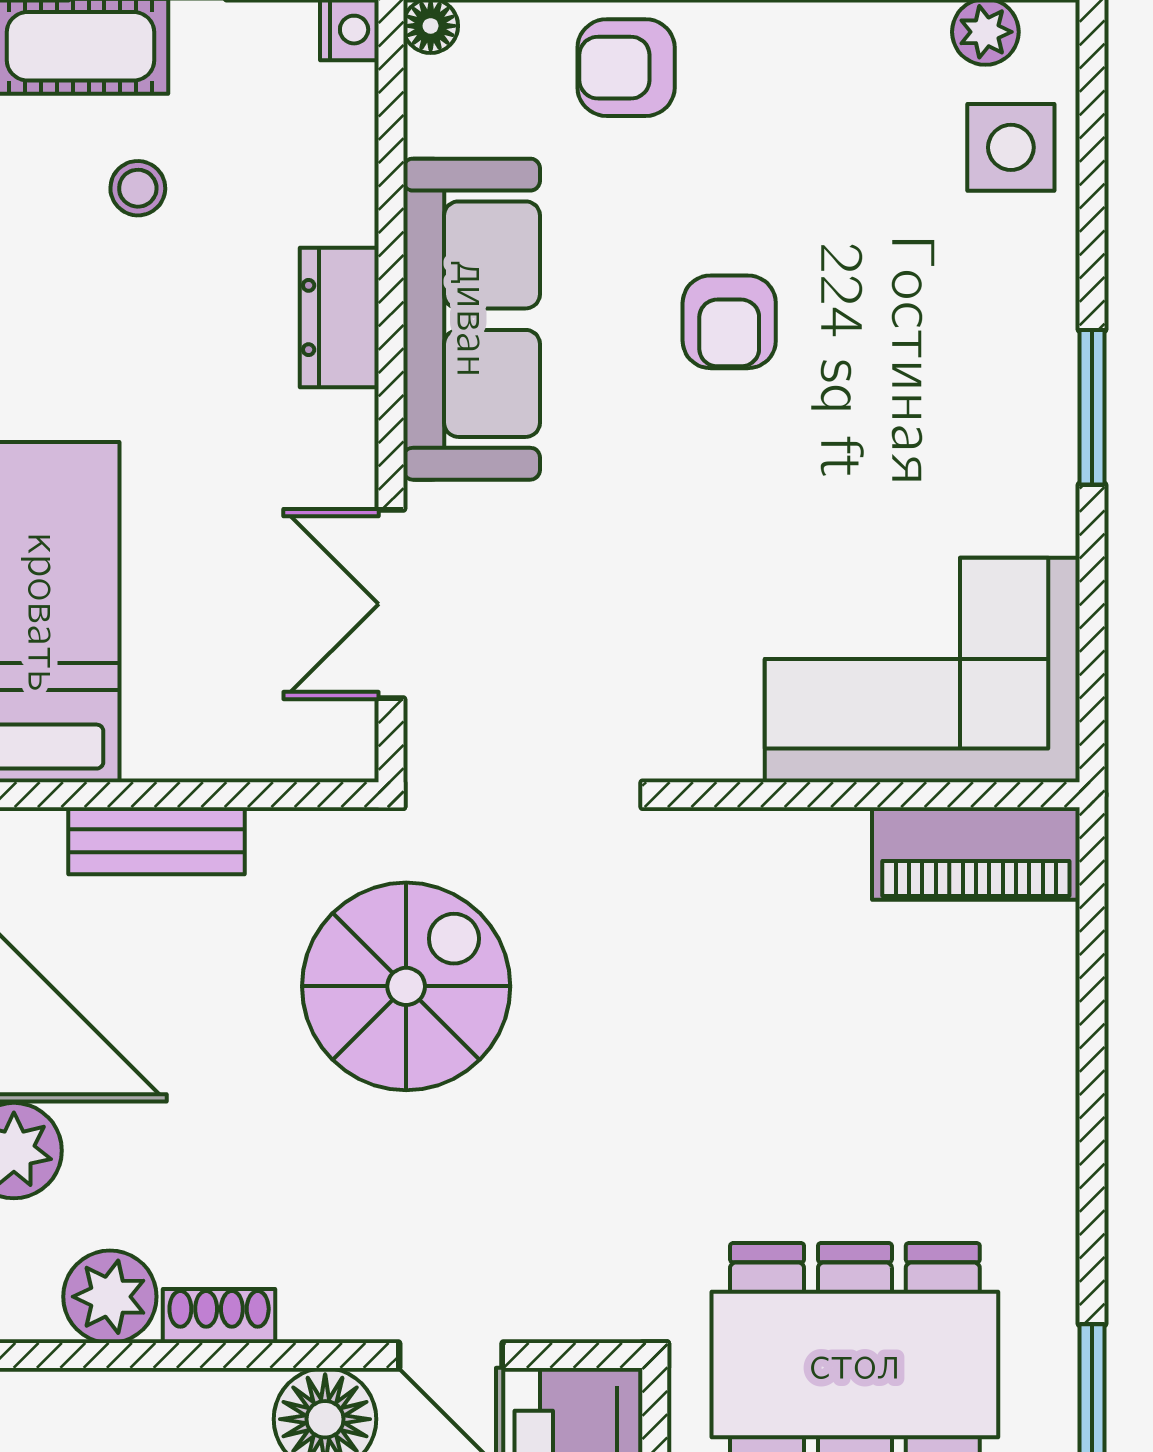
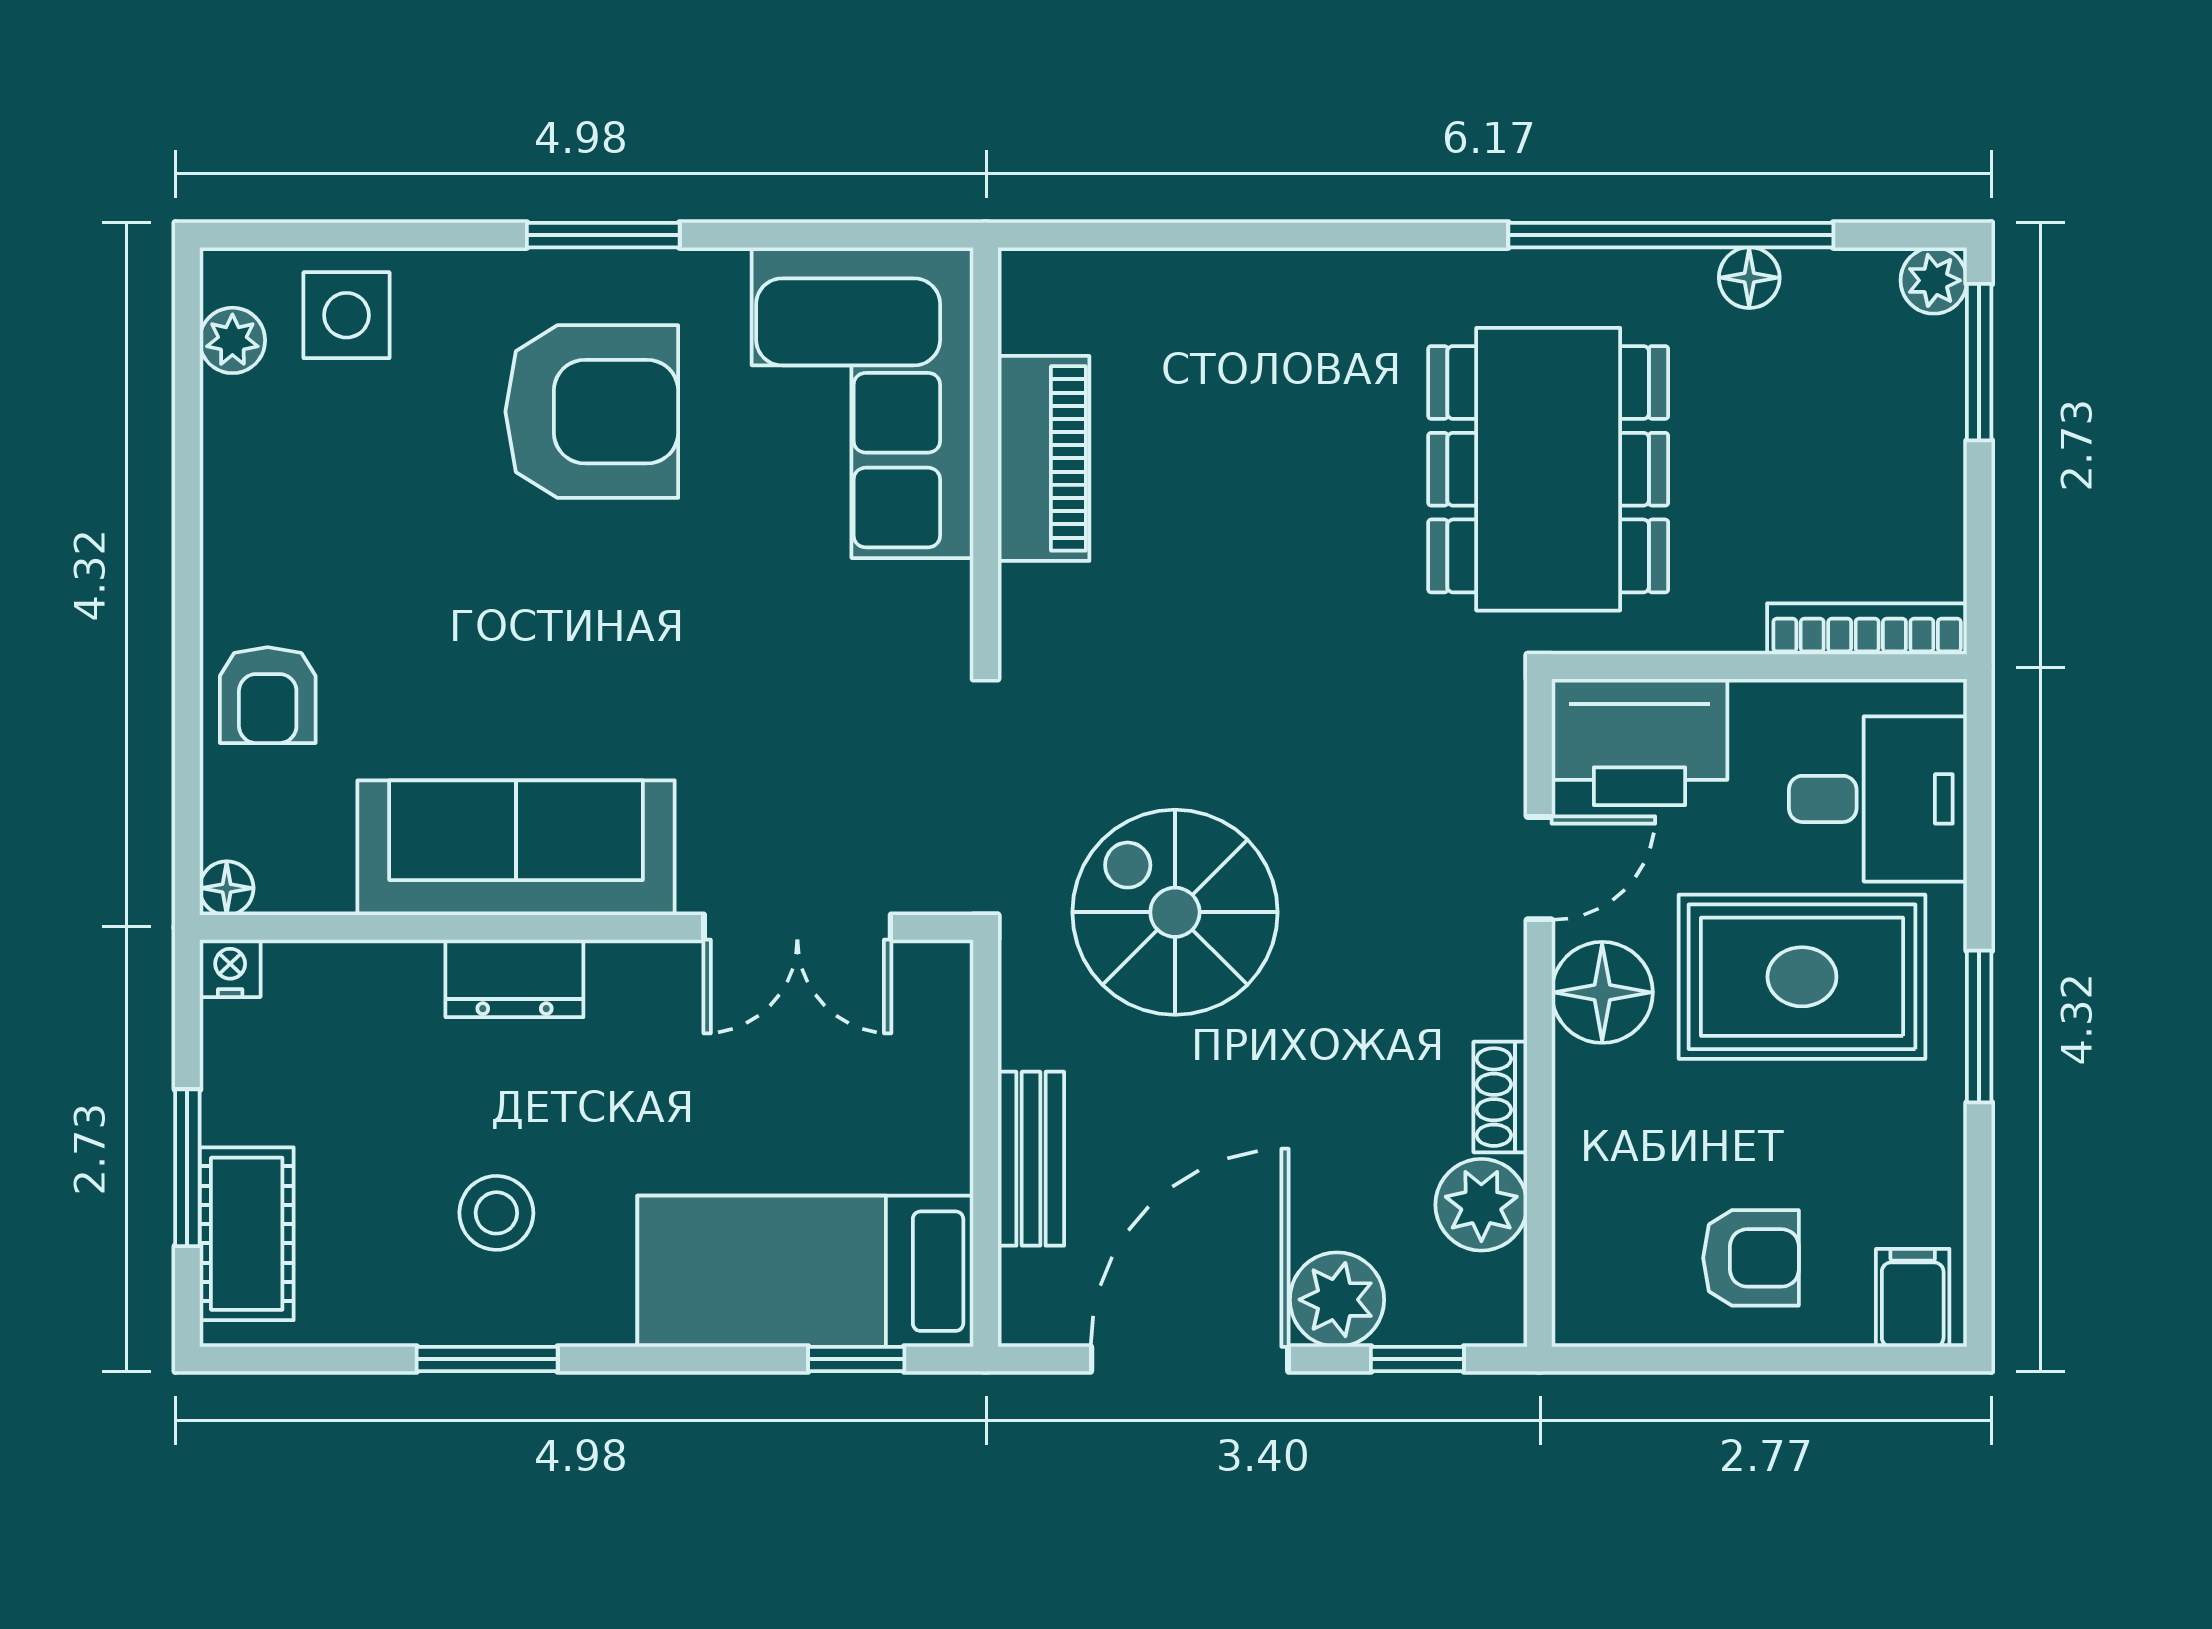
stool: (138, 188) -> (496, 1213), moved, width x1.37, depth x1.37
armchair: (729, 322) -> (592, 412), moved, width x1.88, depth x1.88
piano: (976, 853) -> (1044, 458), moved

